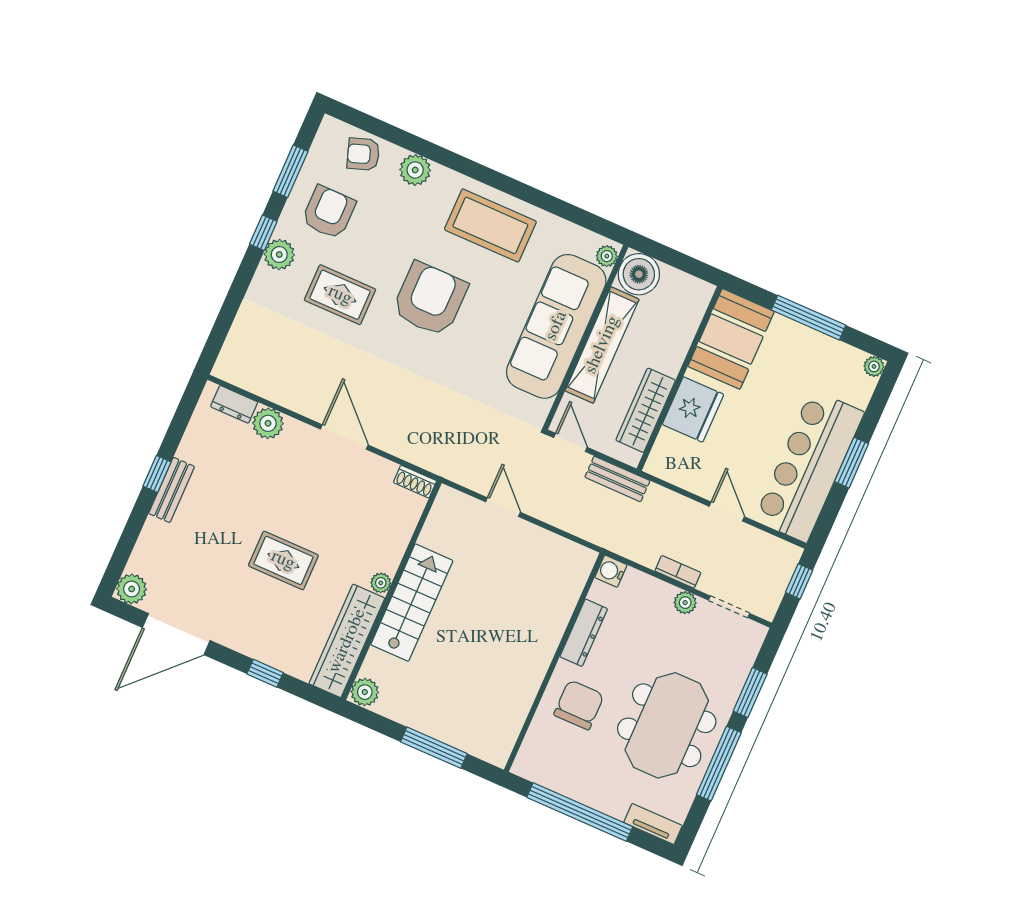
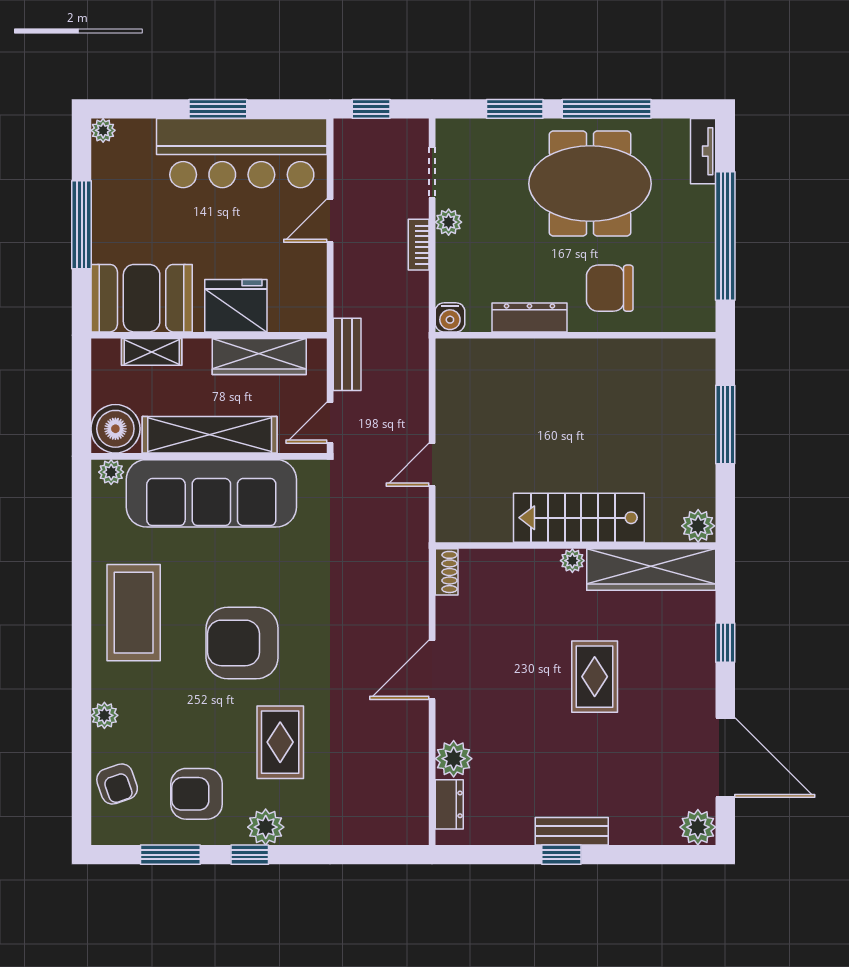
plant: (415, 170) -> (104, 715), width x0.73, depth x0.73
shelving: (686, 328) -> (152, 352), added

